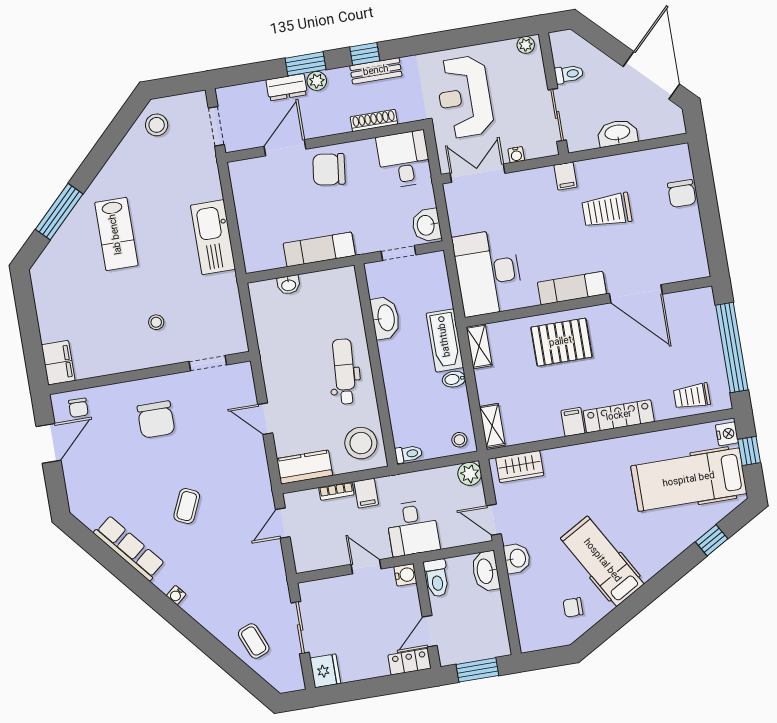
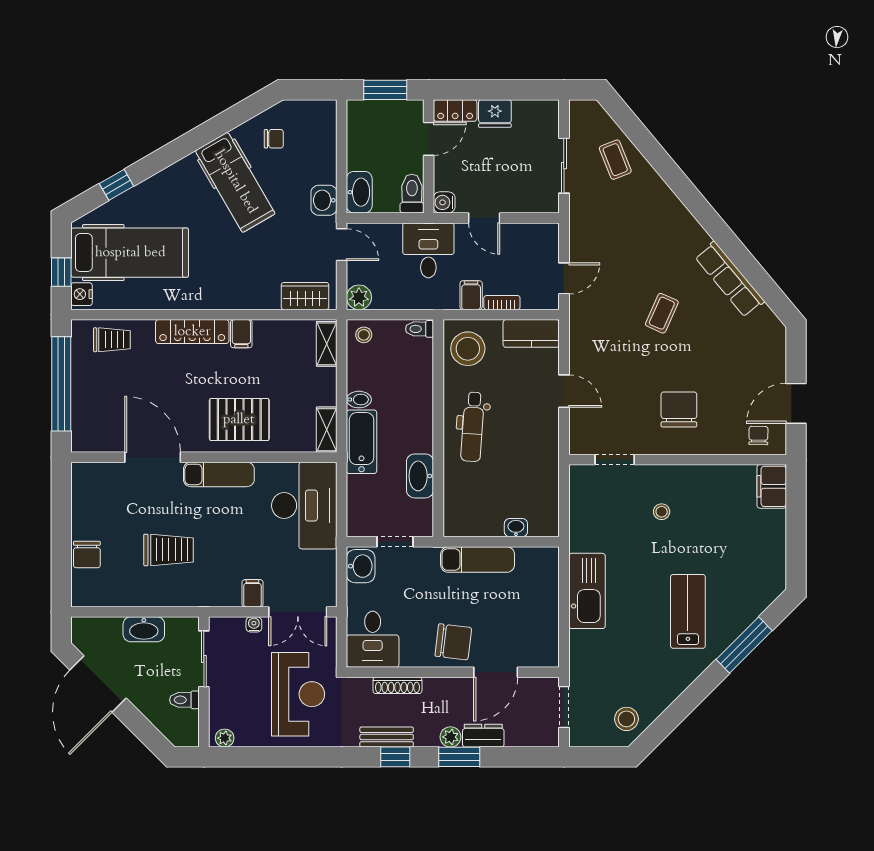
filing cabinet: (566, 176) -> (252, 593), moved
chair: (682, 194) -> (87, 555), turned 180
water cooler: (176, 595) -> (689, 222), removed
fridge: (325, 671) -> (495, 113), moved, turned -90

